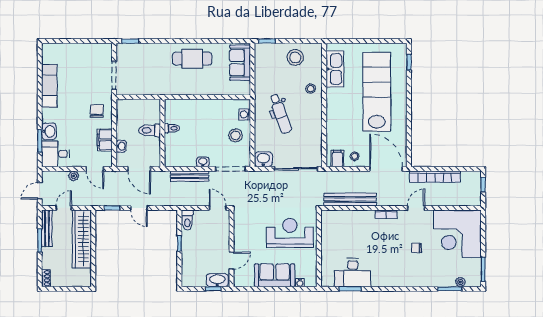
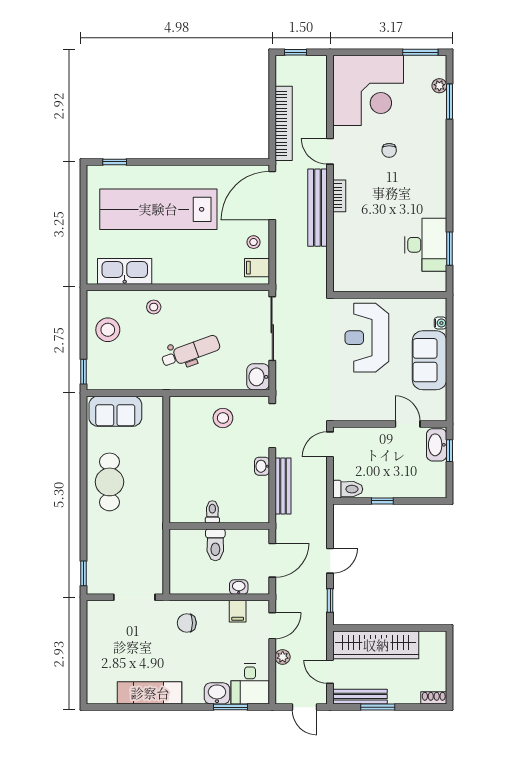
washing machine: (245, 114) -> (192, 404), removed
filing cabinet: (105, 140) -> (238, 611), width x0.50
bench: (350, 200) -> (318, 208), moved

